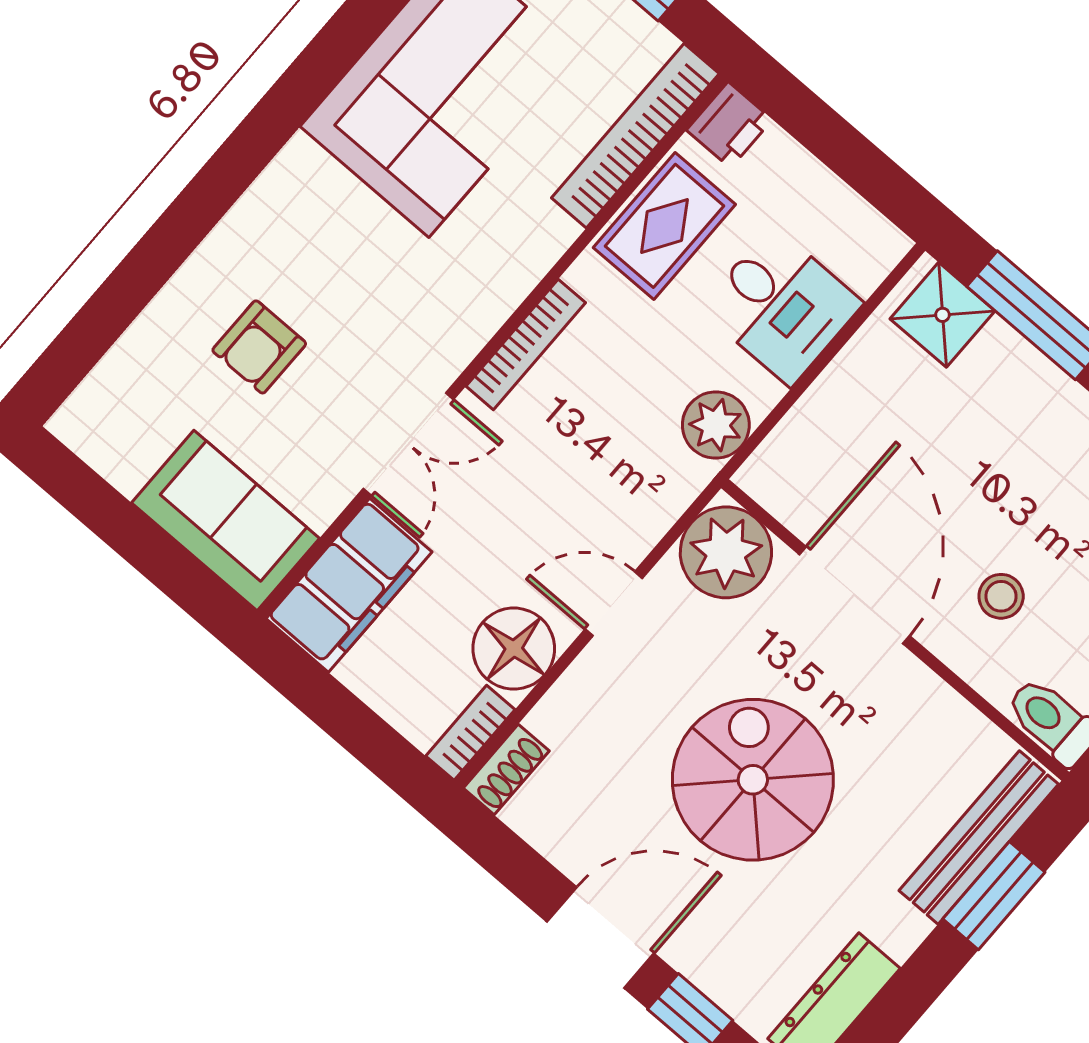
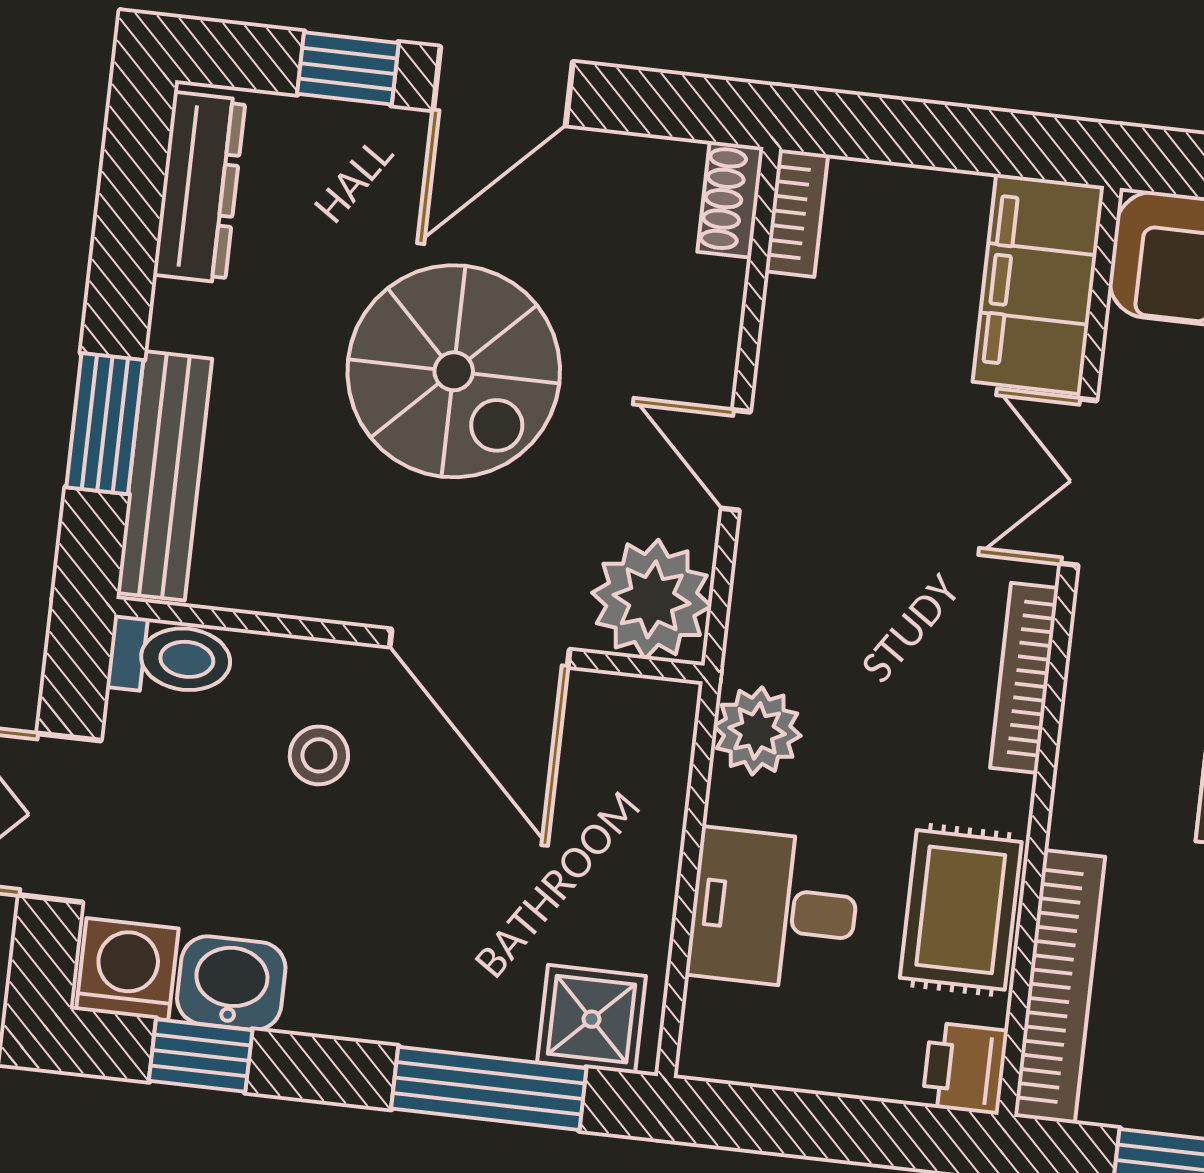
door: (614, 604) -> (736, 460), swing flipped
floor lamp: (514, 649) -> (812, 337), removed

